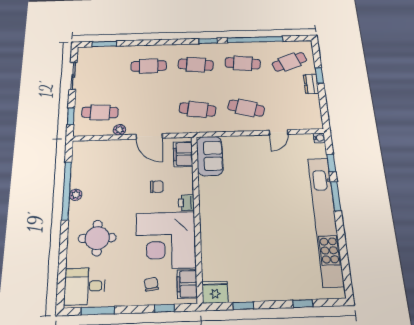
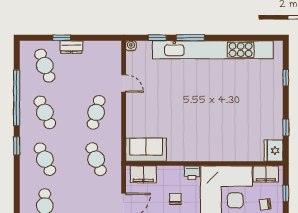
cafe table: (243, 63) -> (45, 112), turned -30
cafe table: (196, 65) -> (45, 159), turned -30
cafe table: (198, 109) -> (96, 159), turned -30

